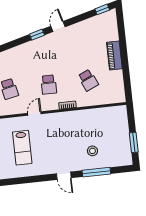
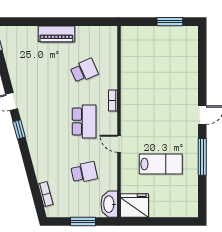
school desk: (49, 85) -> (84, 122), width x1.85
stool: (92, 151) -> (175, 75), removed
window: (96, 172) -> (202, 157), moved

